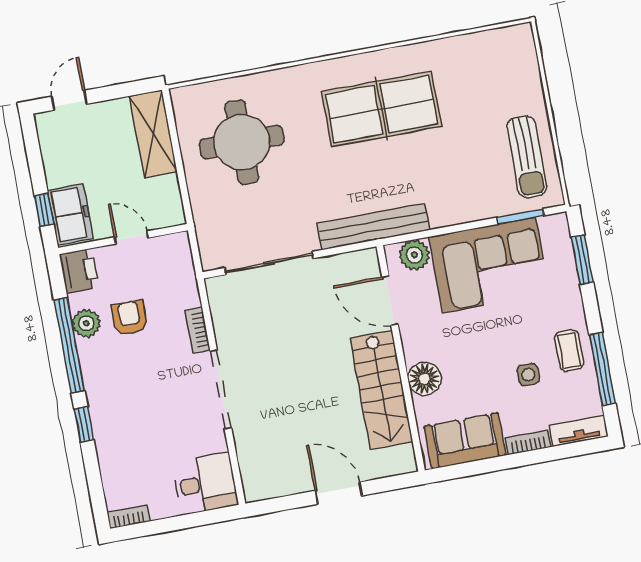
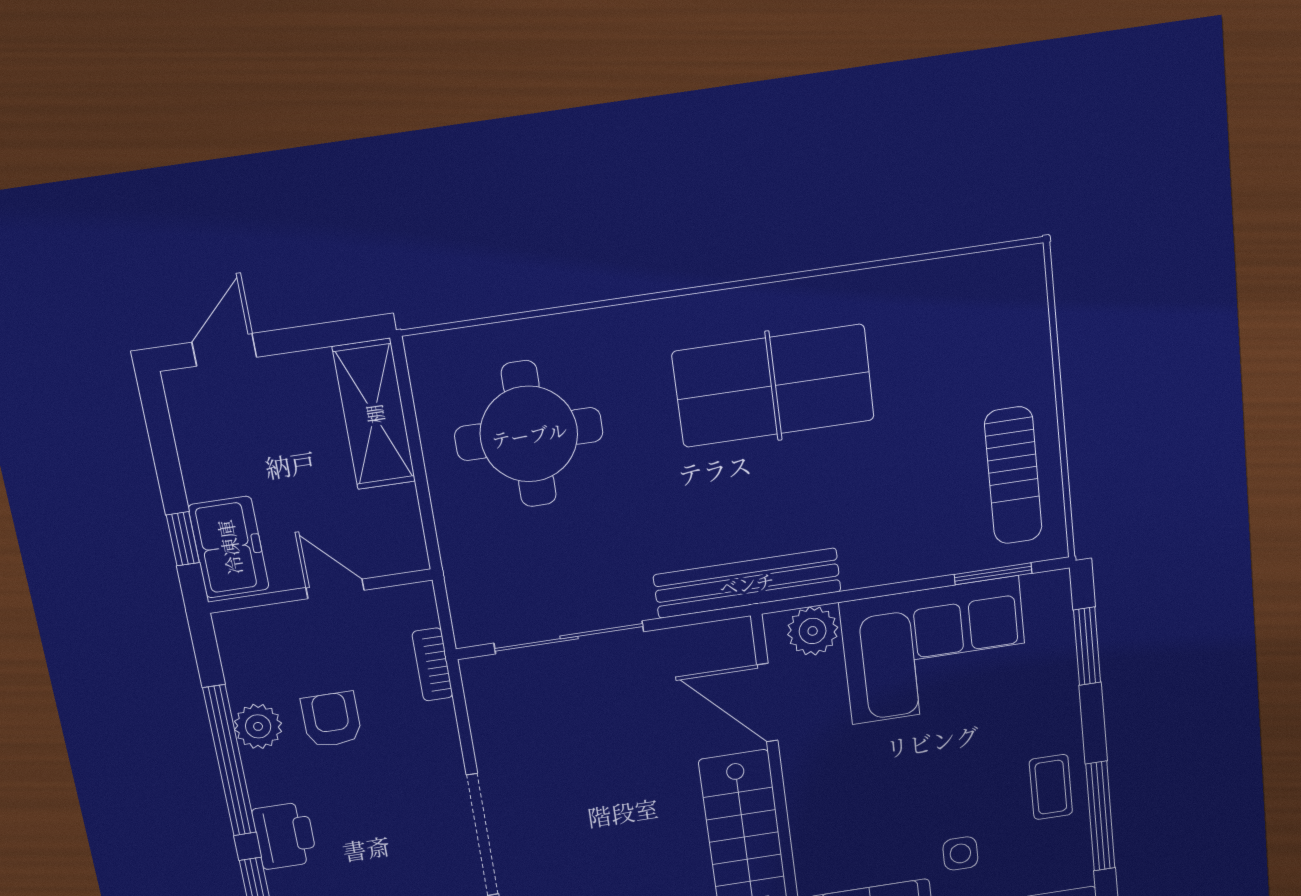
printer: (79, 271) -> (285, 836), moved
bookcase: (198, 330) -> (432, 664), moved
side table: (528, 375) -> (960, 853), moved
floor lamp: (424, 379) -> (815, 825), removed

